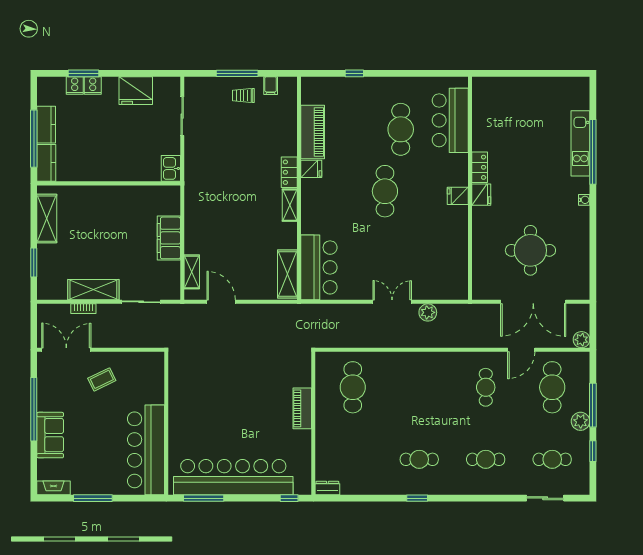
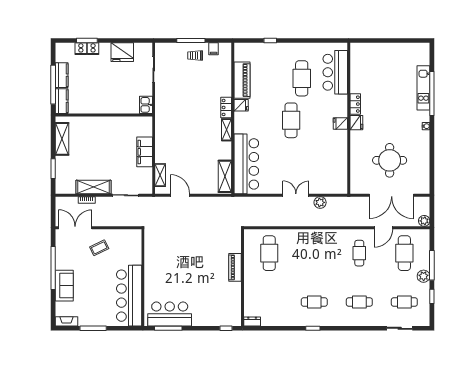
bar counter: (319, 267) -> (246, 164), width x1.36
bar counter: (233, 477) -> (170, 314), width x0.54

